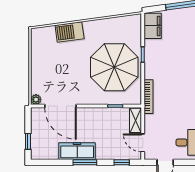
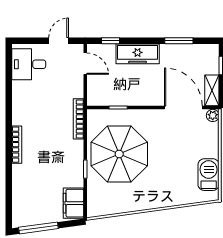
barbecue: (70, 32) -> (209, 175), moved, turned -82
shelving: (136, 120) -> (212, 90), moved
freezer: (77, 151) -> (138, 54), moved
window: (85, 162) -> (179, 41), moved

